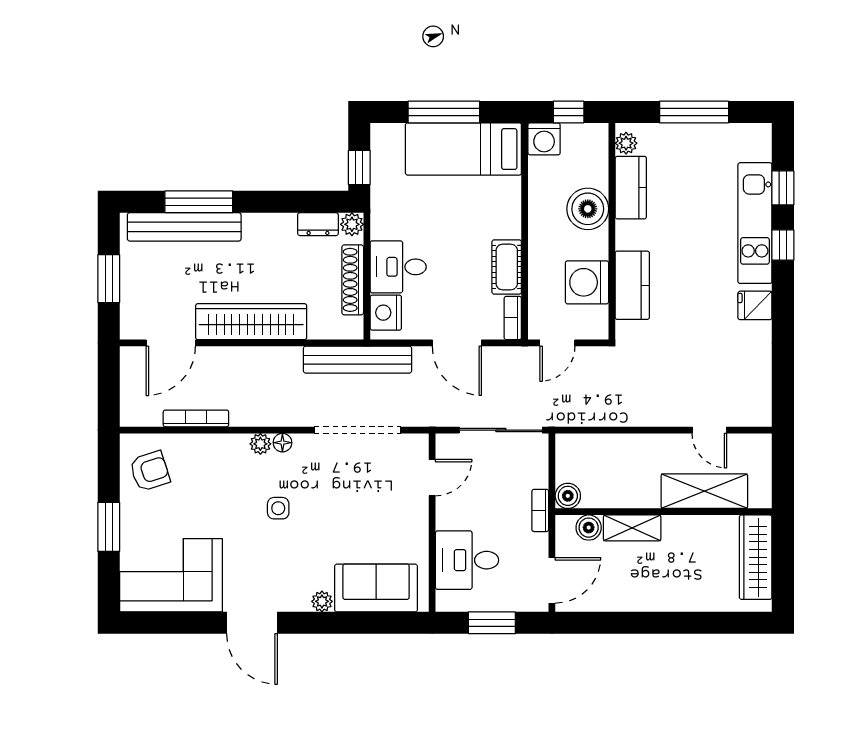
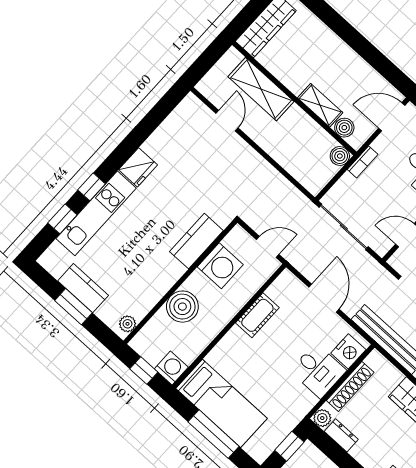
window: (694, 112) -> (74, 307), width x0.69
kitchen counter: (631, 188) -> (83, 288), moved, turned 90
fridge: (755, 305) -> (138, 167), width x1.38
bookcase: (513, 318) -> (280, 284), removed

